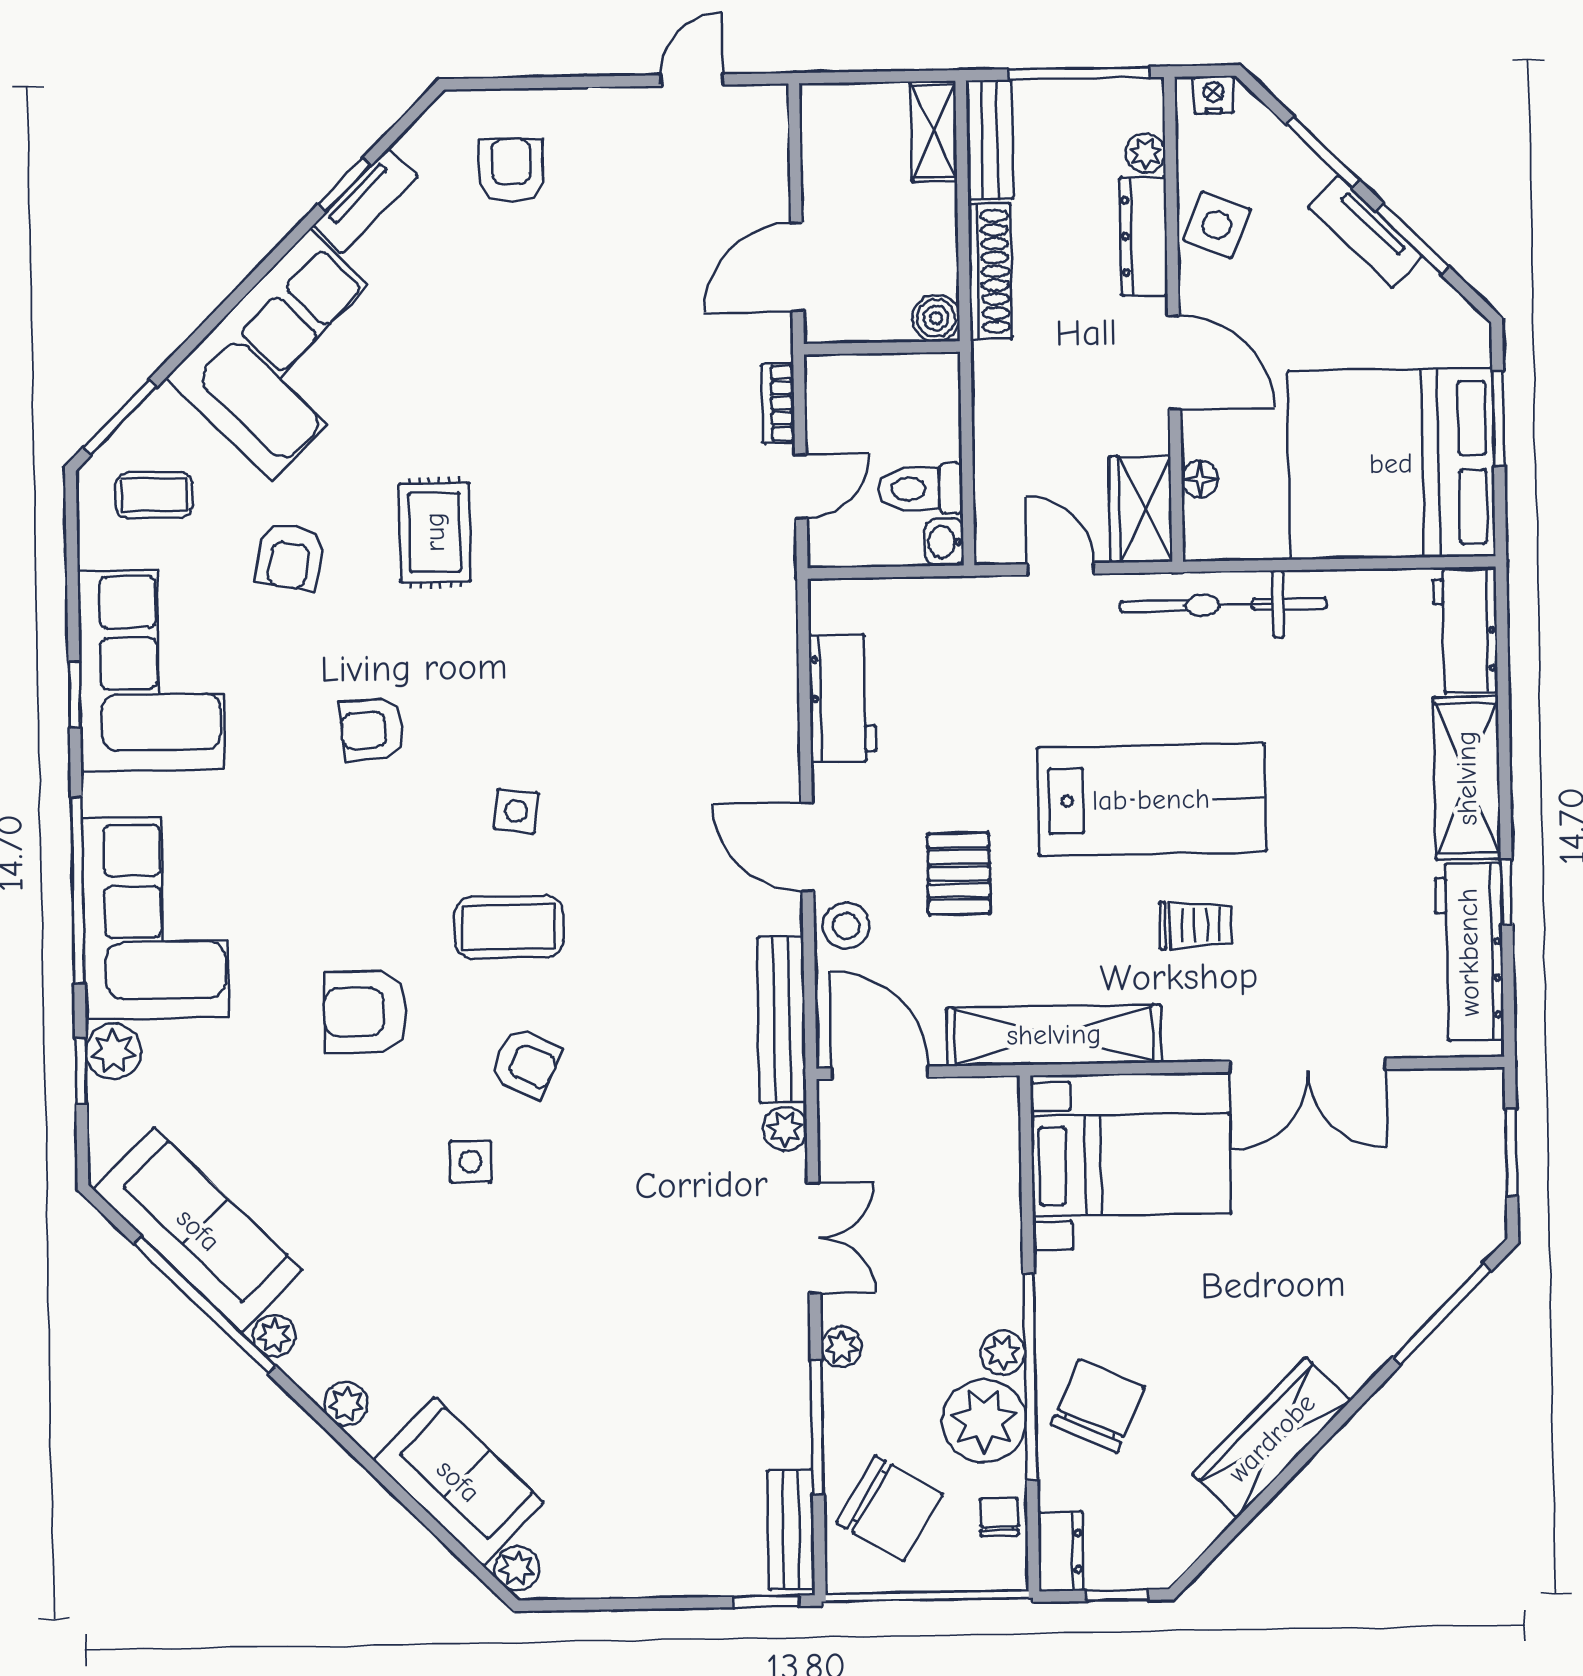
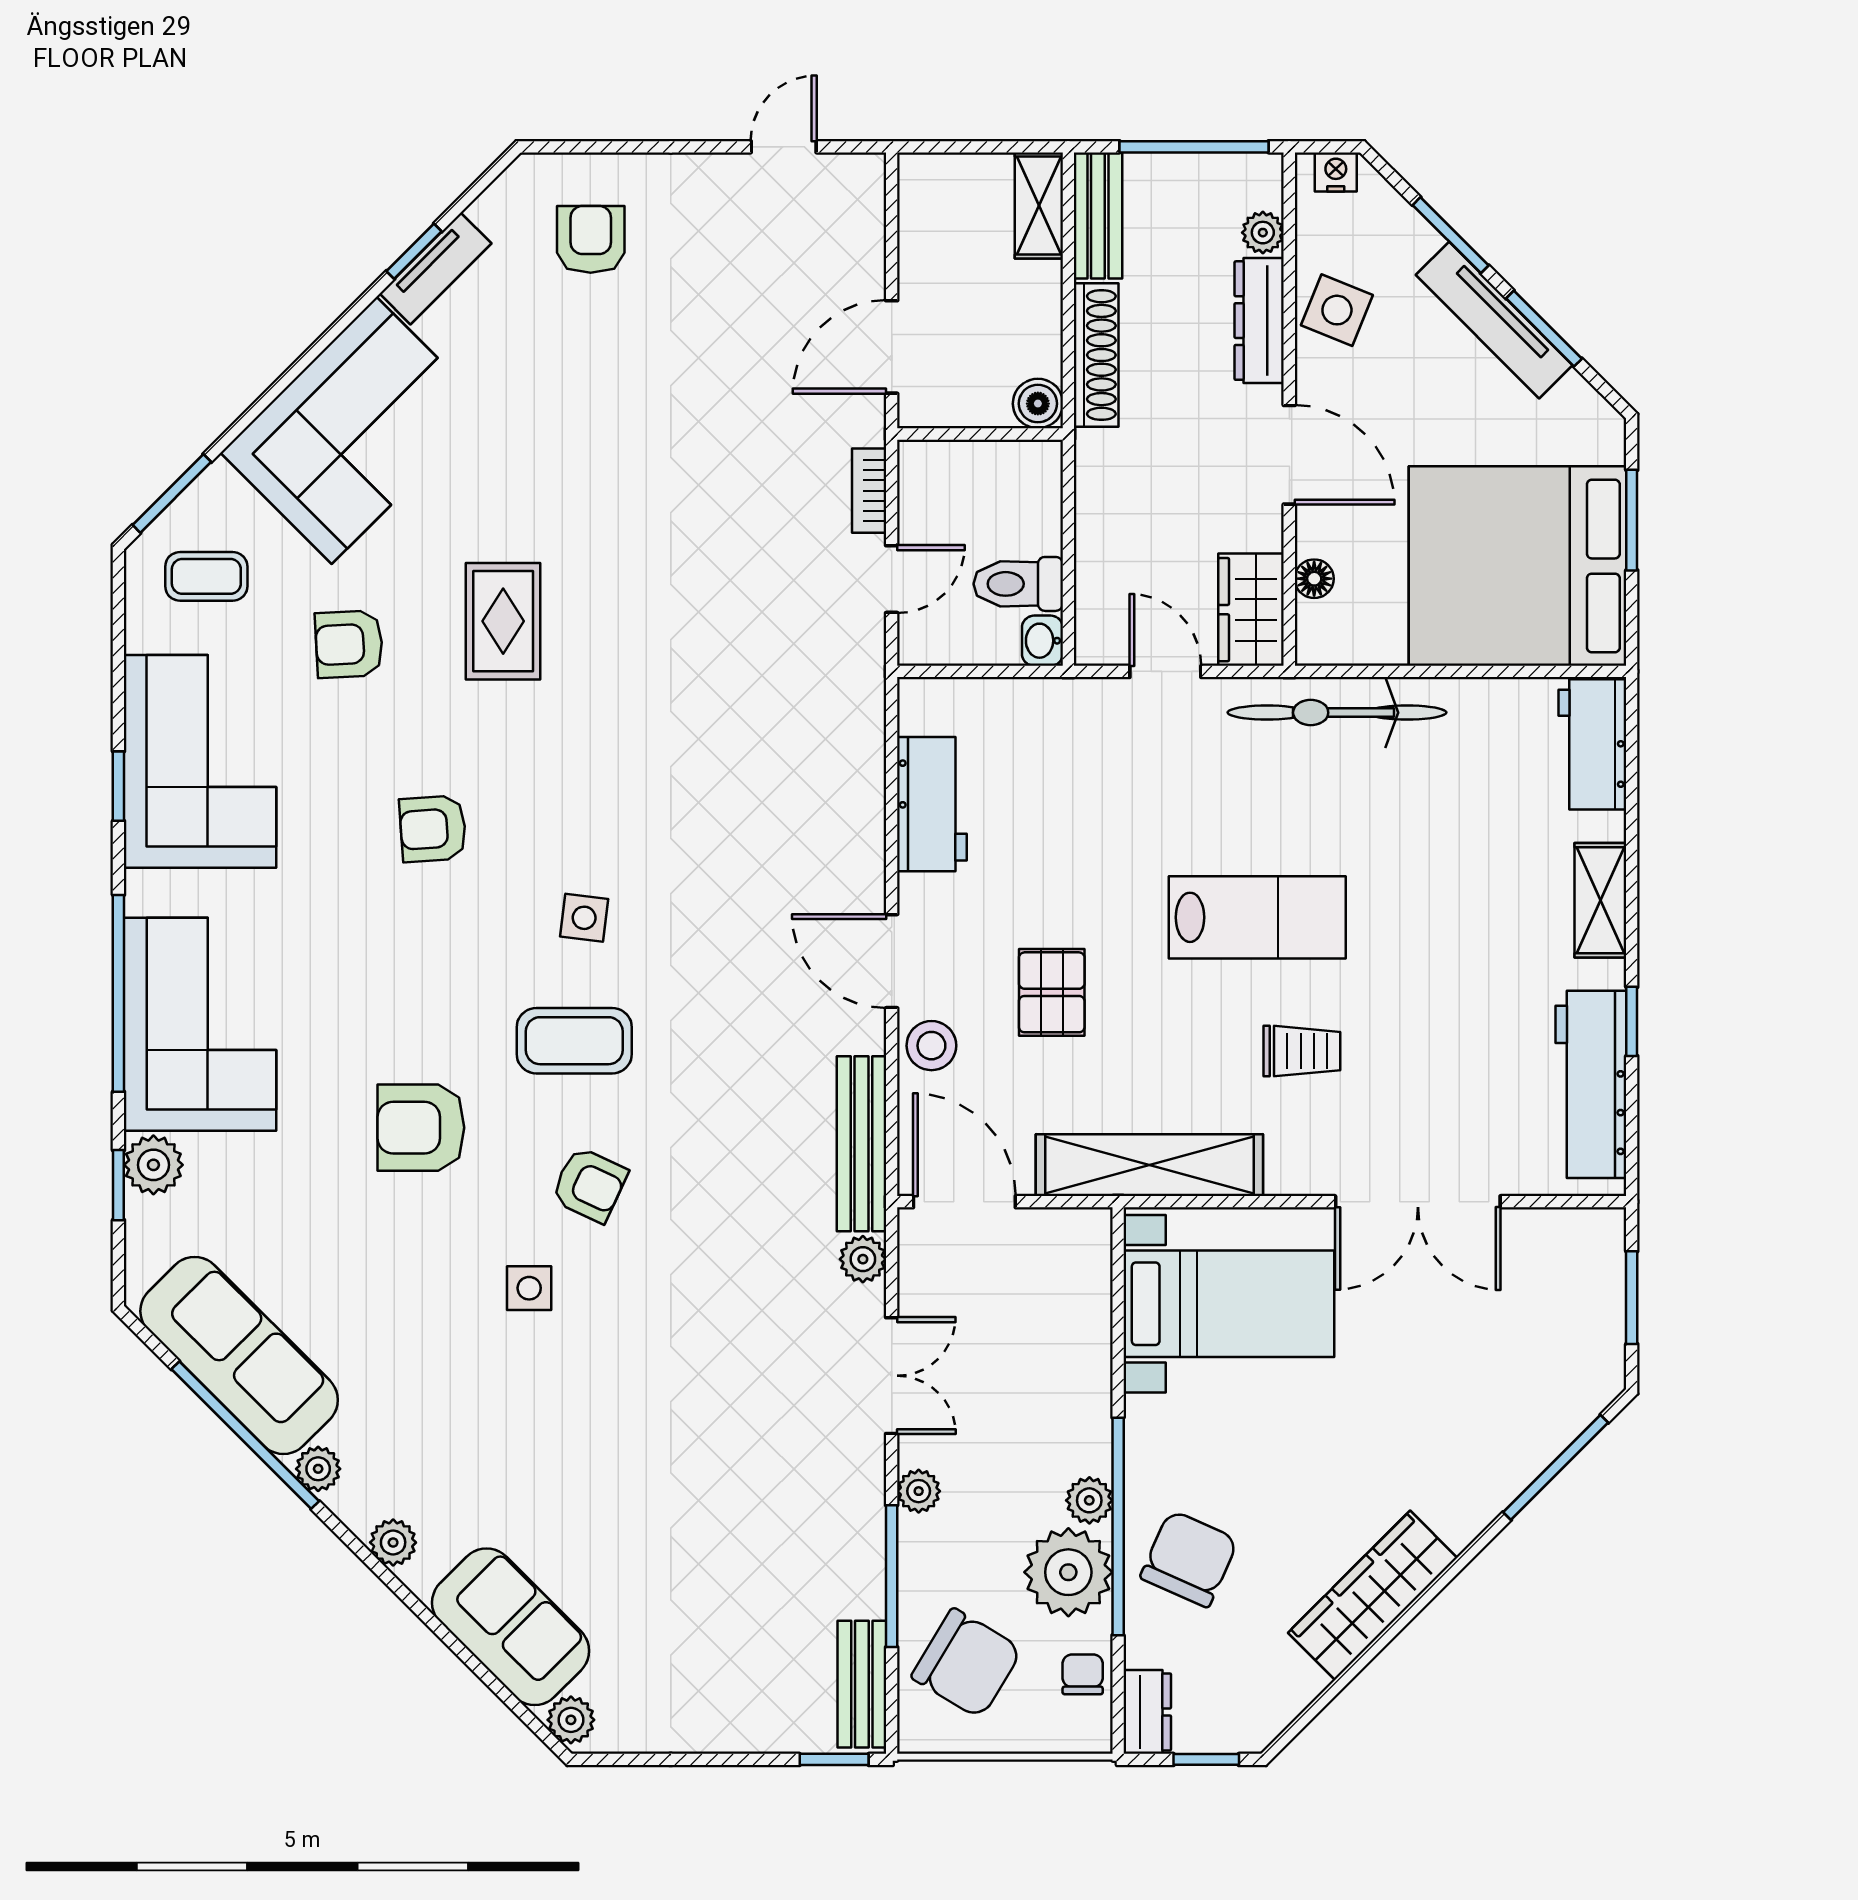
tv unit: (1365, 232) -> (1494, 320), width x1.41
armchair: (290, 557) -> (349, 644), turned 76
shelving: (1467, 778) -> (1600, 900), width x0.67, depth x0.75
lab bench: (1151, 800) -> (1257, 917), width x0.73, depth x0.72

